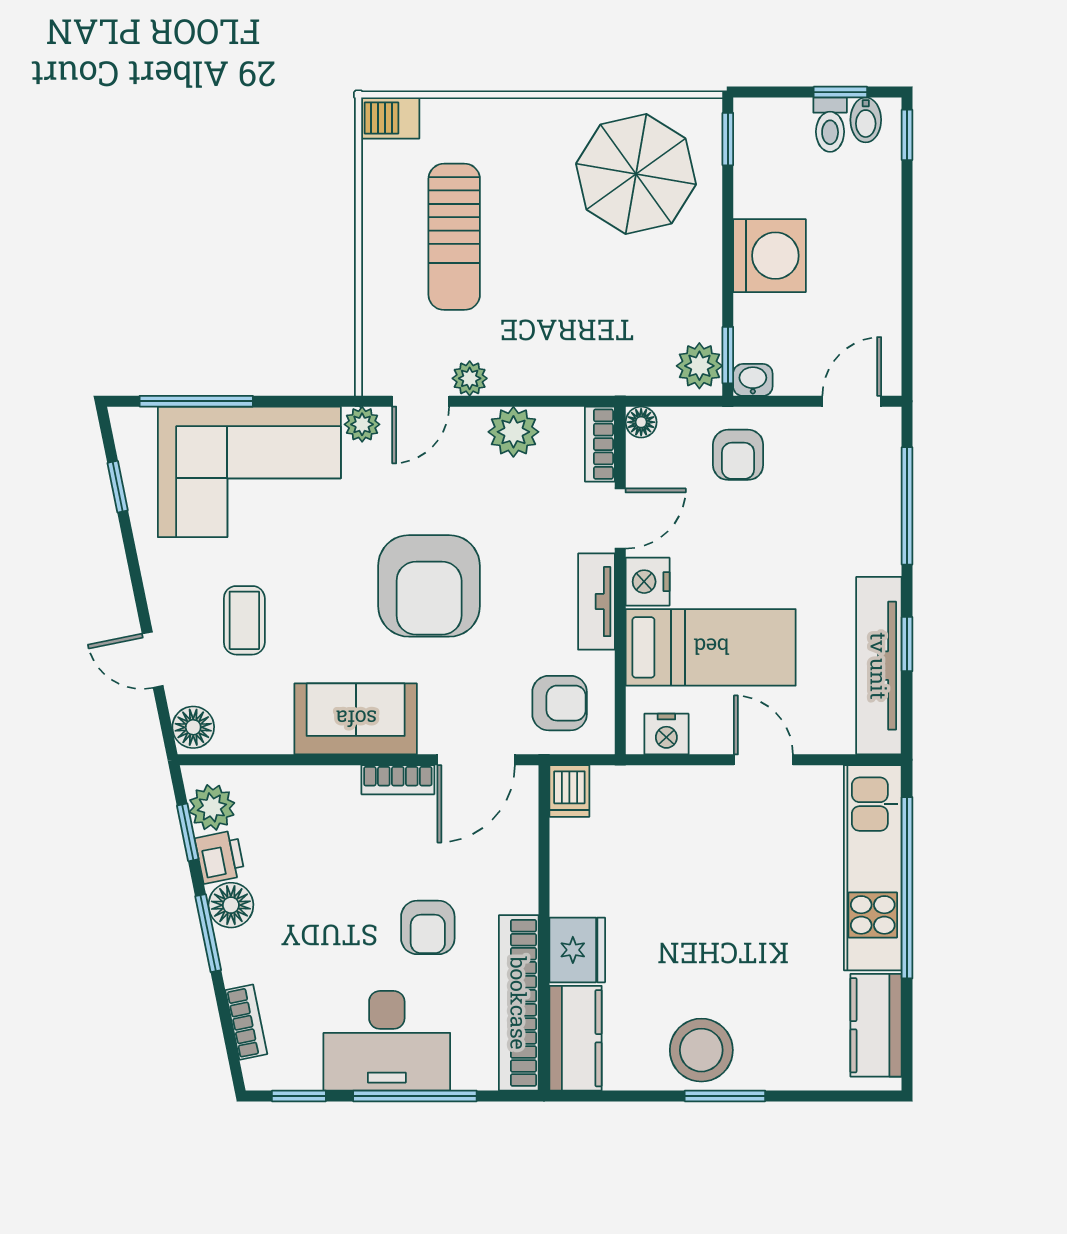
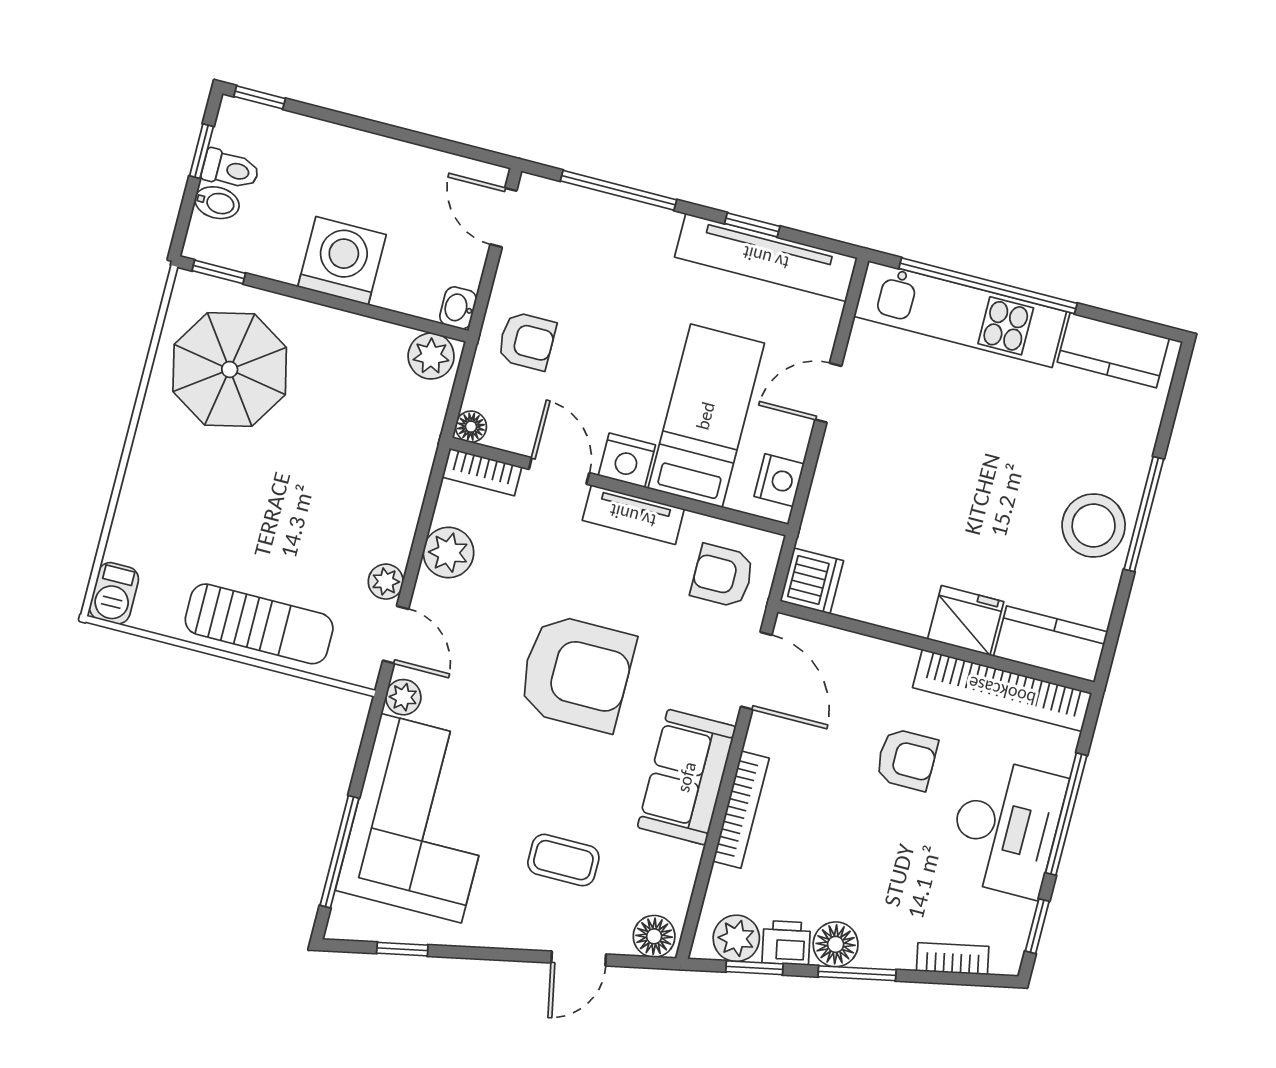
bidet: (866, 120) -> (217, 203), moved
sun lounger: (454, 237) -> (259, 624), moved
window: (728, 355) -> (428, 326), removed
armchair: (560, 703) -> (722, 576), turned -90
bookcase: (398, 780) -> (741, 810), moved, width x1.56
dishwasher: (569, 791) -> (812, 581), width x1.38
window: (725, 1096) -> (1144, 514), width x1.44

